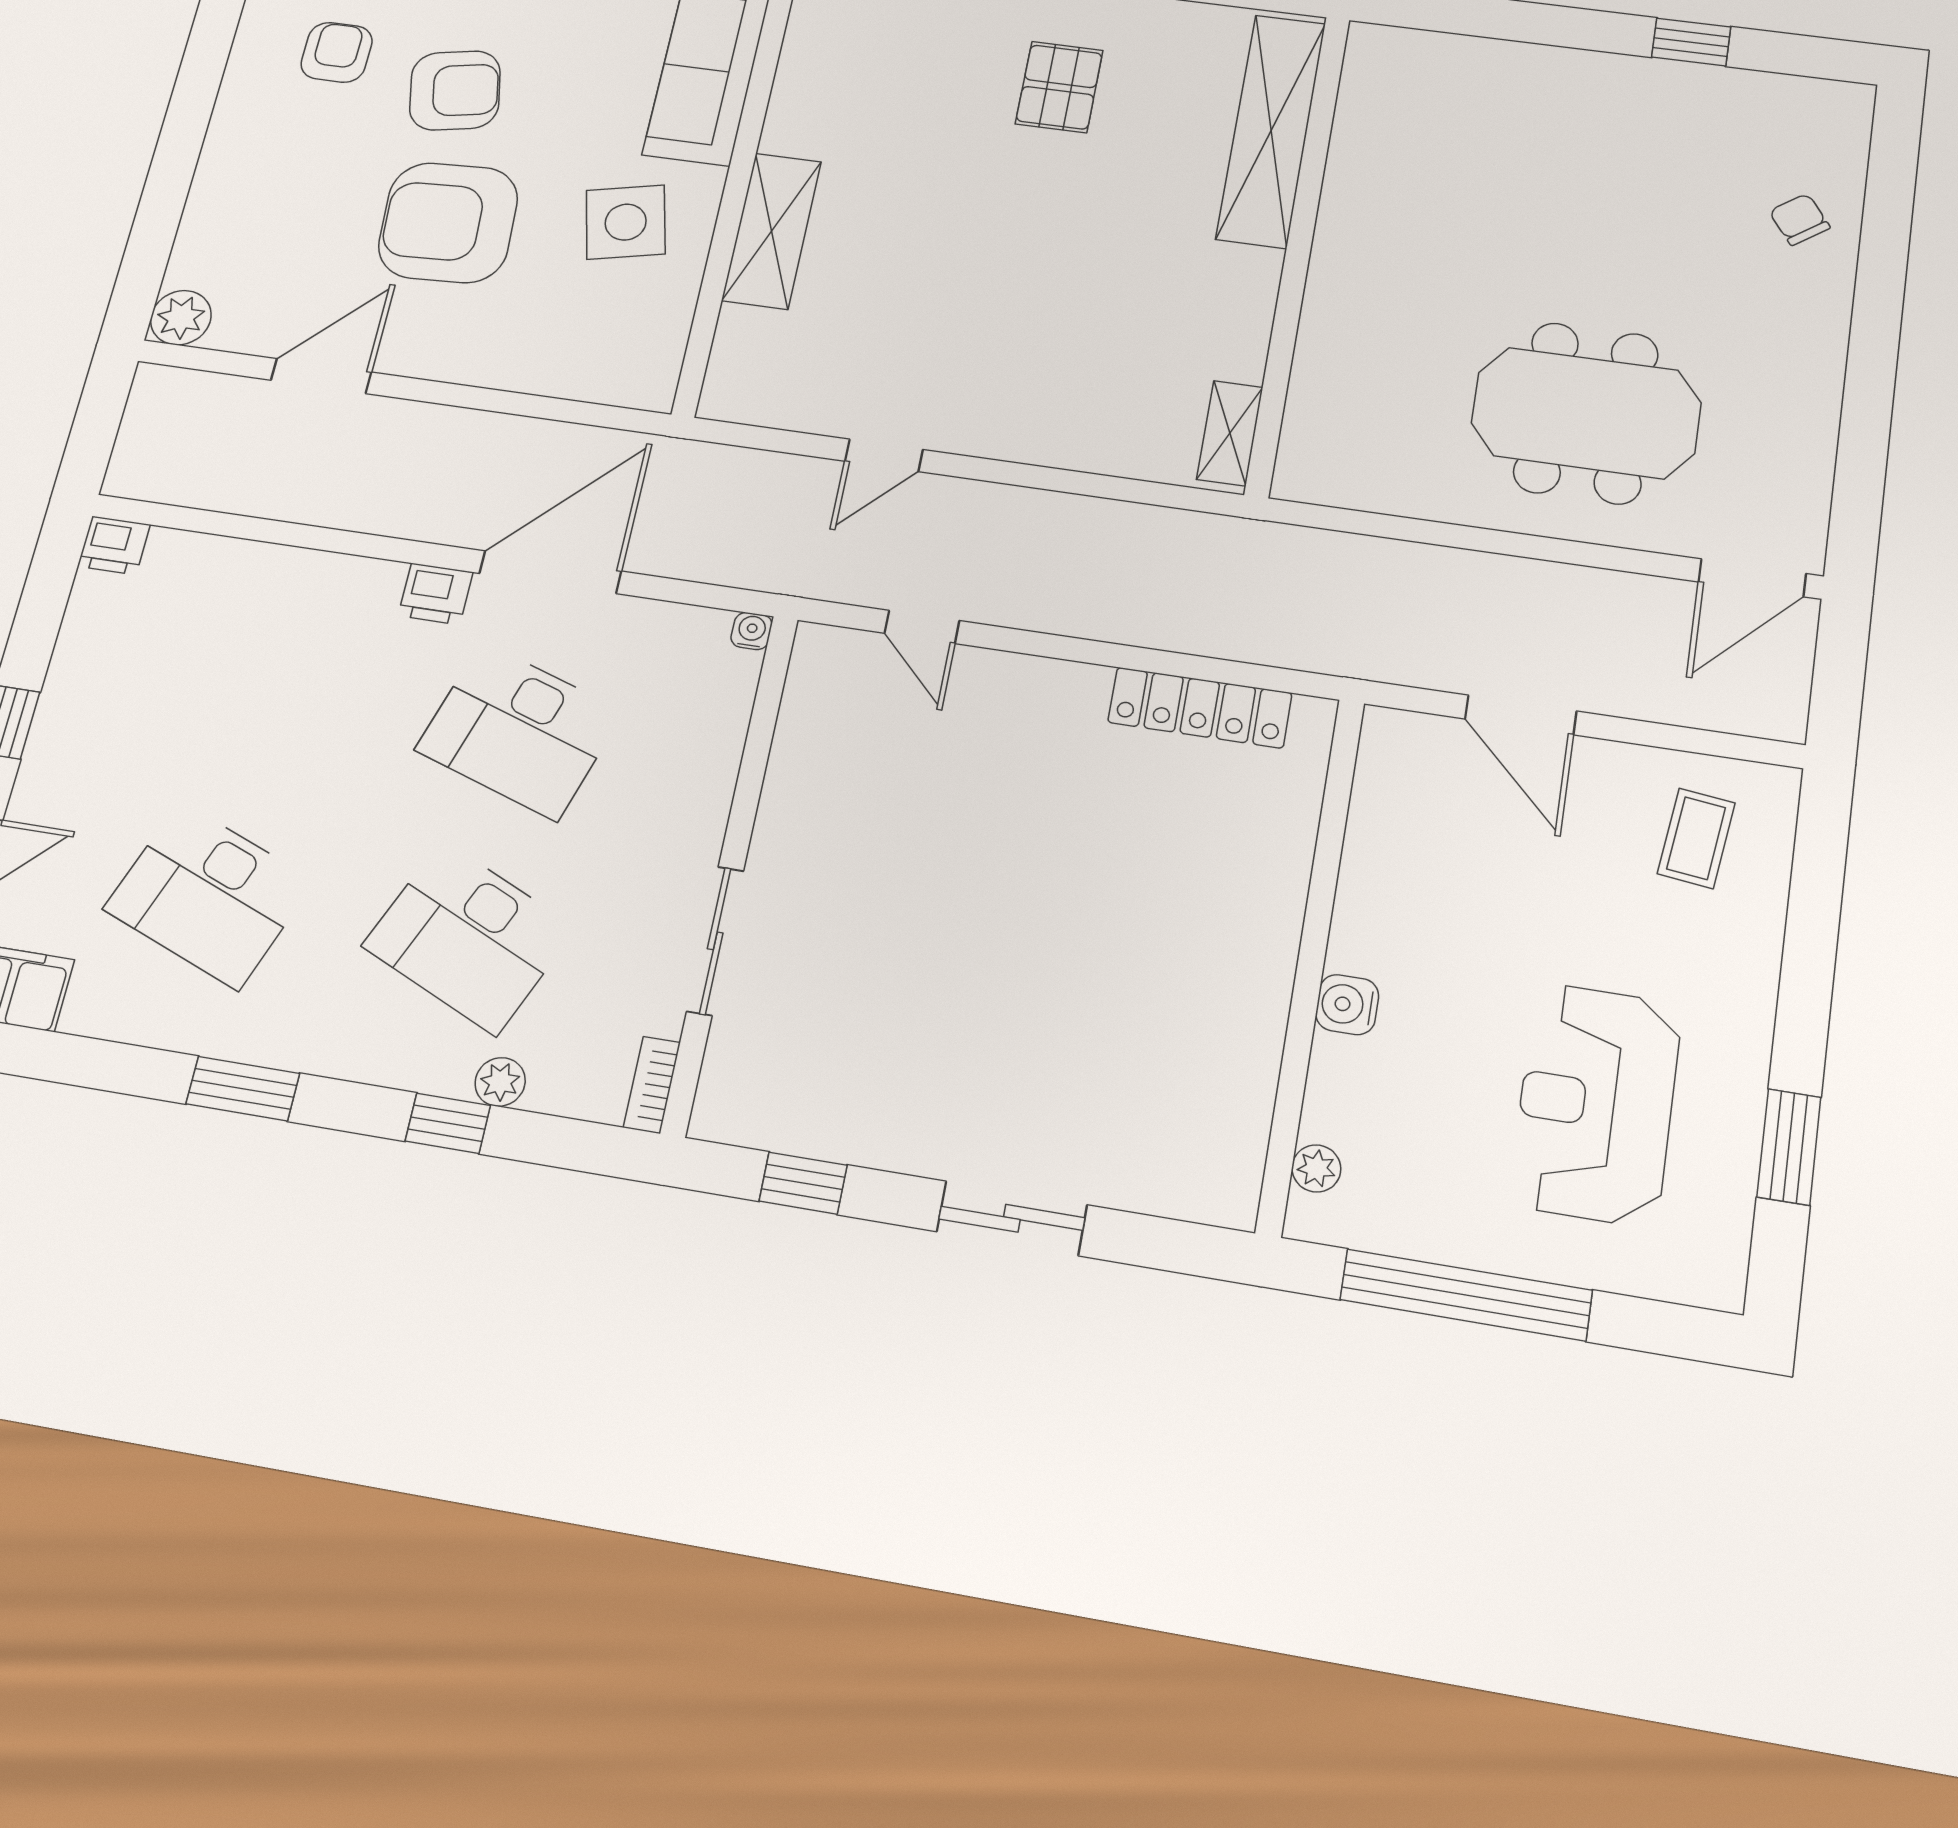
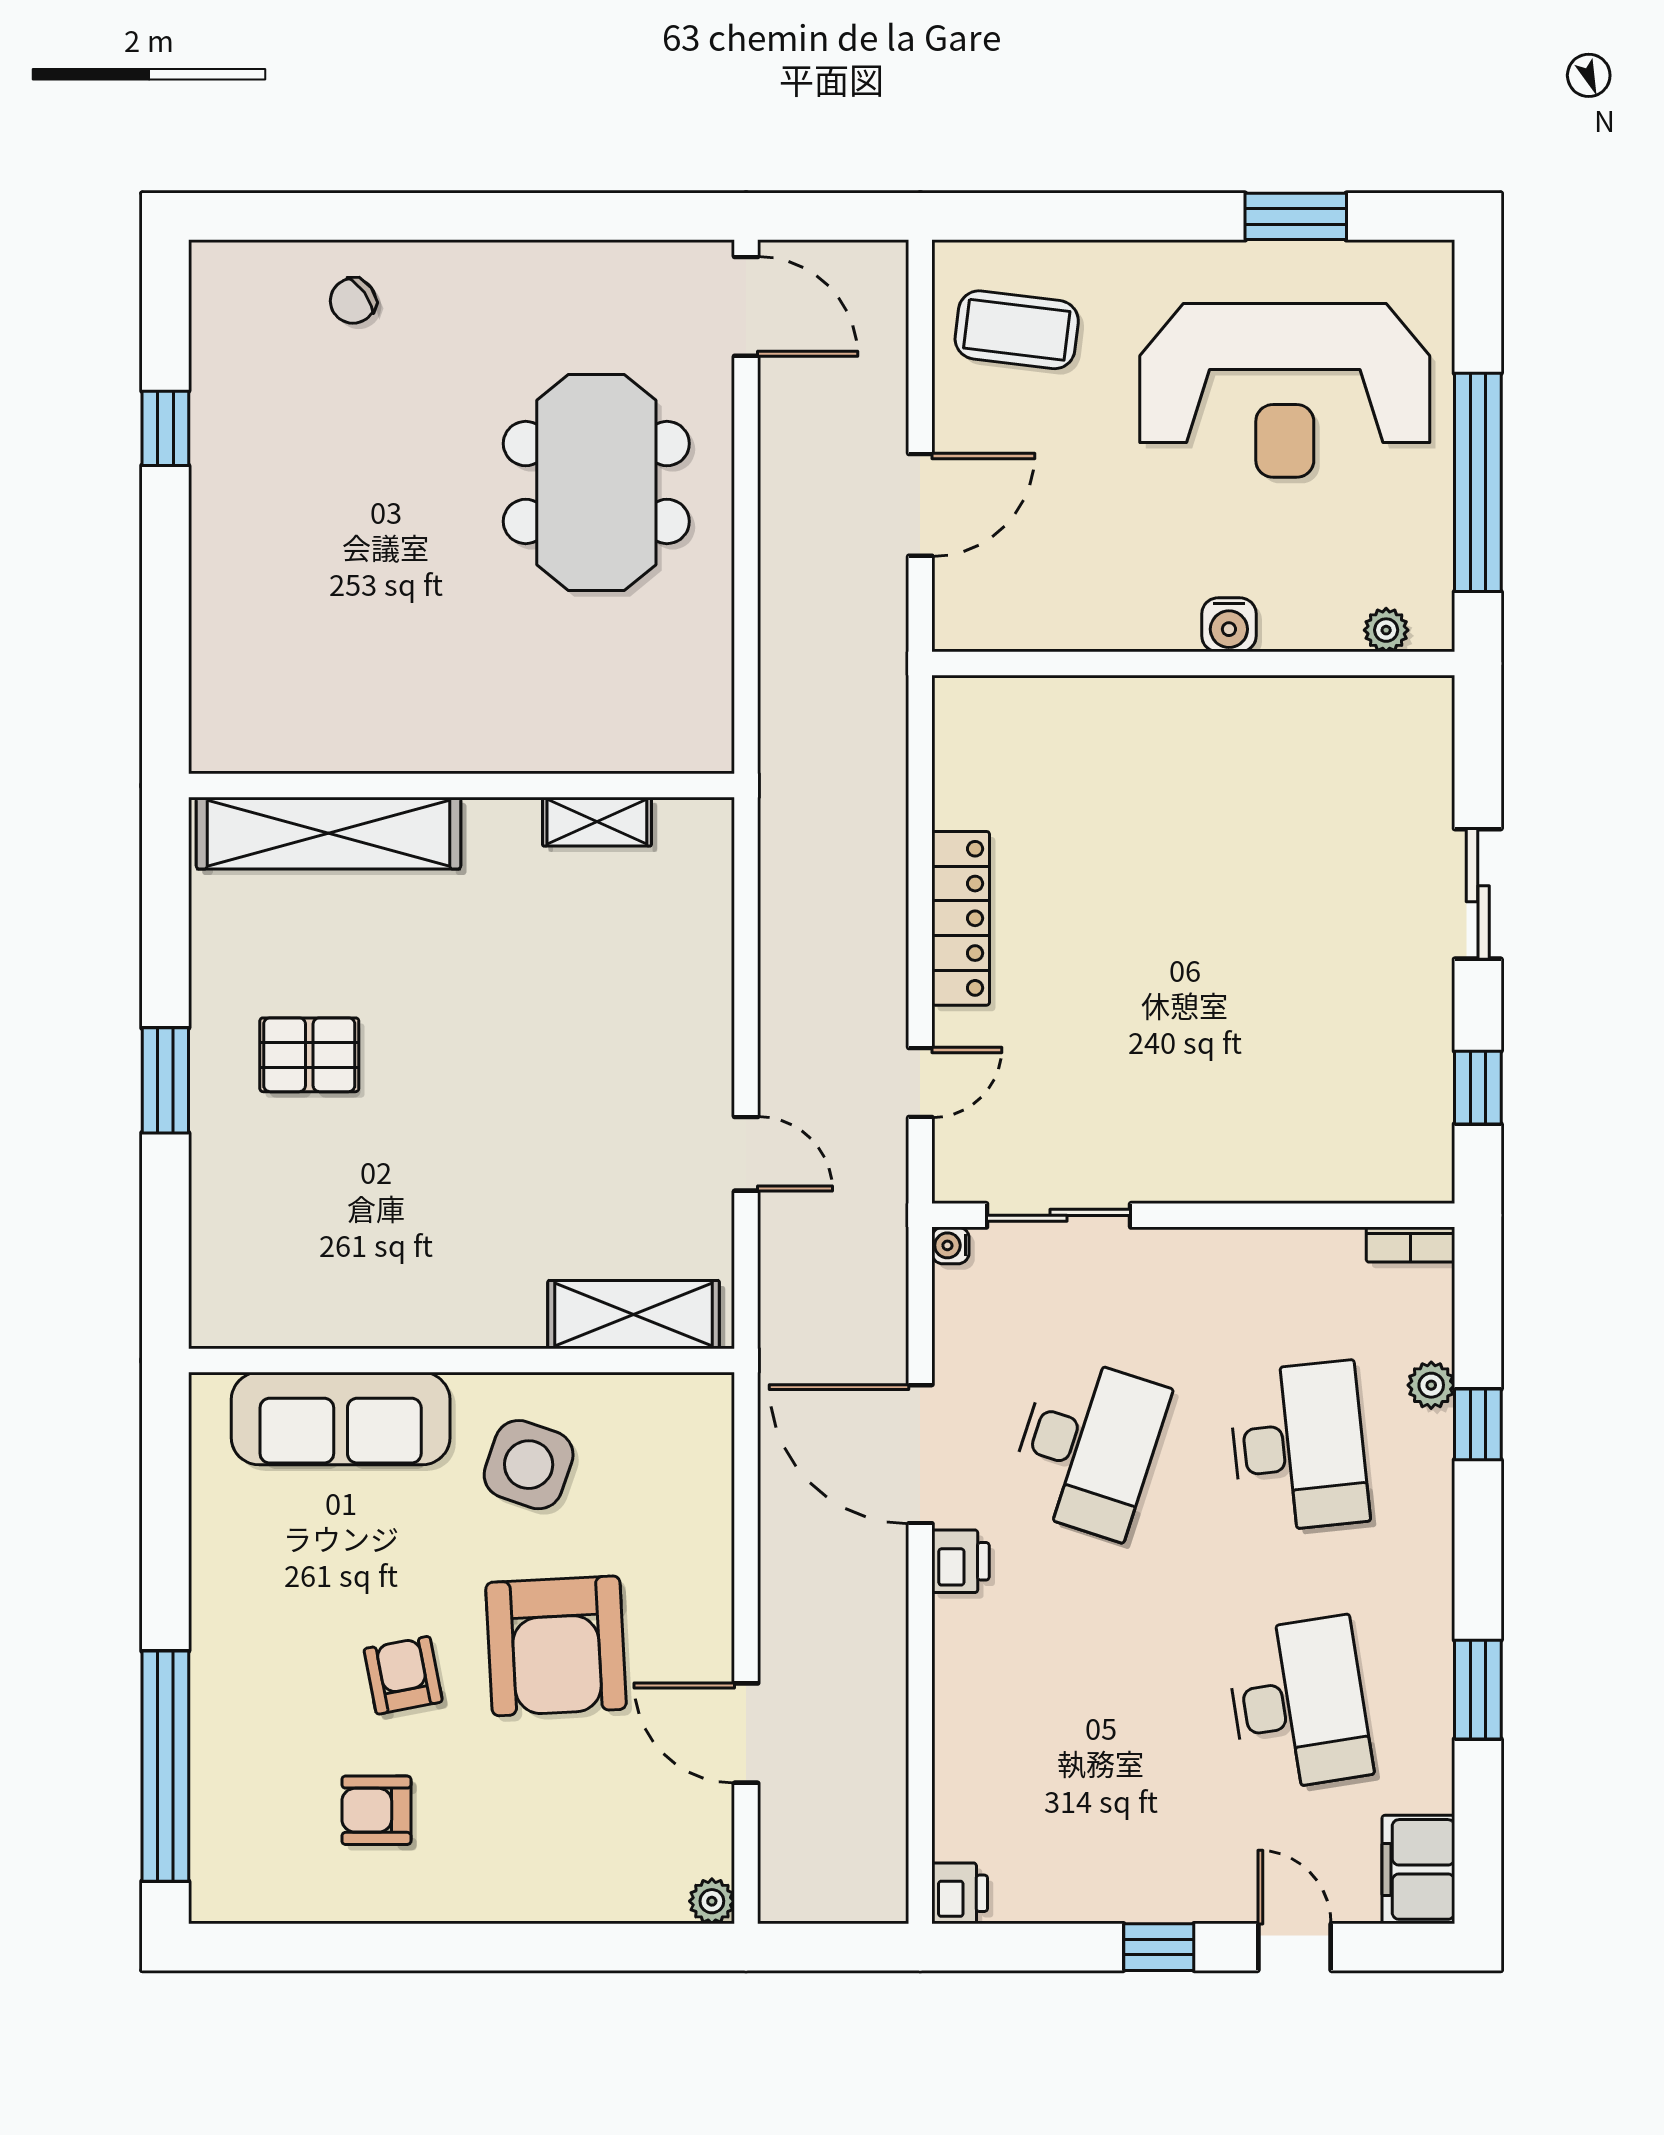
armchair: (455, 90) -> (403, 1675), width x0.72, depth x0.72
side table: (626, 222) -> (529, 1465), turned 32
shelving: (772, 231) -> (634, 1315), moved
plant: (181, 318) -> (712, 1901), width x0.73, depth x0.73
shelving: (1230, 433) -> (597, 822), moved
locker: (1200, 708) -> (961, 918), moved
coffee table: (1696, 838) -> (1017, 330), width x1.36, depth x1.30
desk: (209, 895) -> (1299, 1704), turned -30
desk: (469, 937) -> (1299, 1447), turned -30
sliding door: (715, 941) -> (1059, 1215), moved
window: (243, 1089) -> (1478, 1690), moved
reception desk: (1596, 1104) -> (1285, 390), width x1.36, depth x1.30

